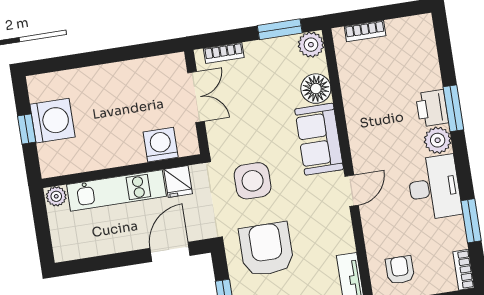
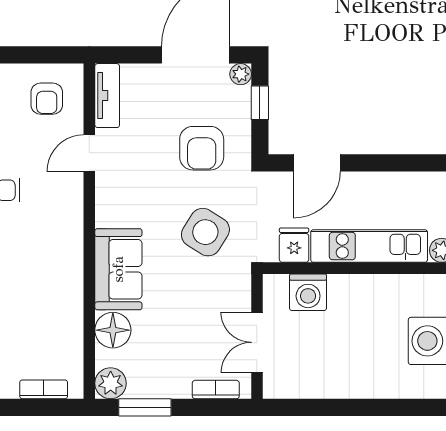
side table: (253, 181) -> (205, 232), turned 32
door: (352, 191) -> (89, 153), moved
armchair: (266, 249) -> (202, 148), width x0.73, depth x0.73

